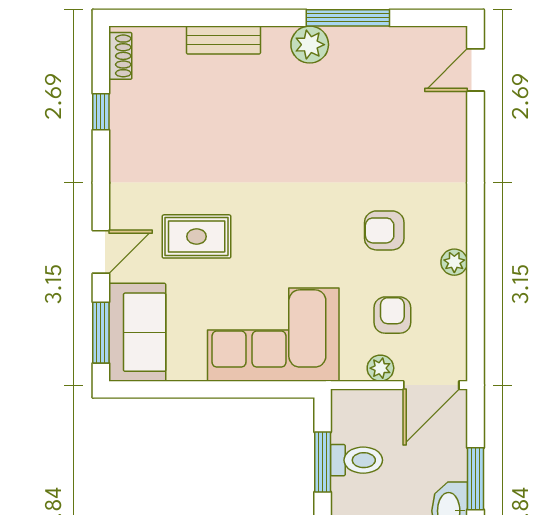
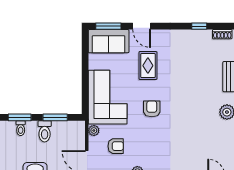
armchair: (384, 230) -> (152, 109), moved
plant: (380, 368) -> (94, 130), moved
toilet: (357, 460) -> (45, 131), moved

